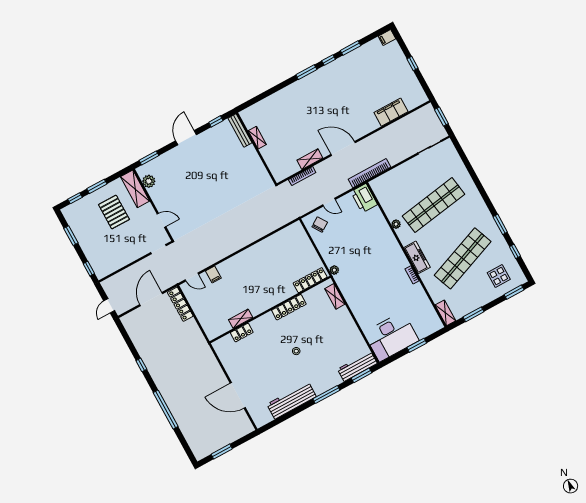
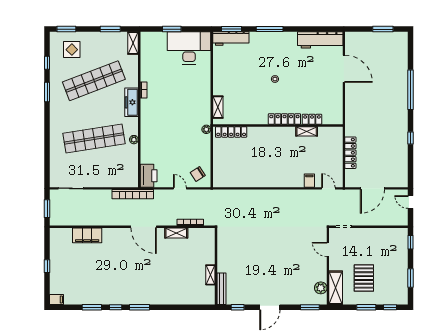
locker: (180, 304) -> (350, 153), moved
door: (109, 306) -> (411, 202), swing flipped
locker: (289, 307) -> (284, 119), moved
workbench: (291, 400) -> (320, 40), moved

